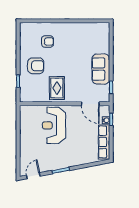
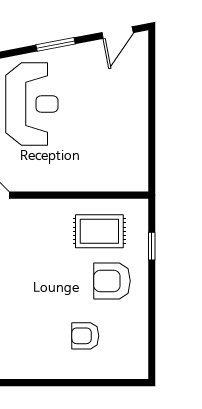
rug: (57, 88) -> (99, 231), moved, turned 90
reception desk: (54, 125) -> (32, 104), moved

